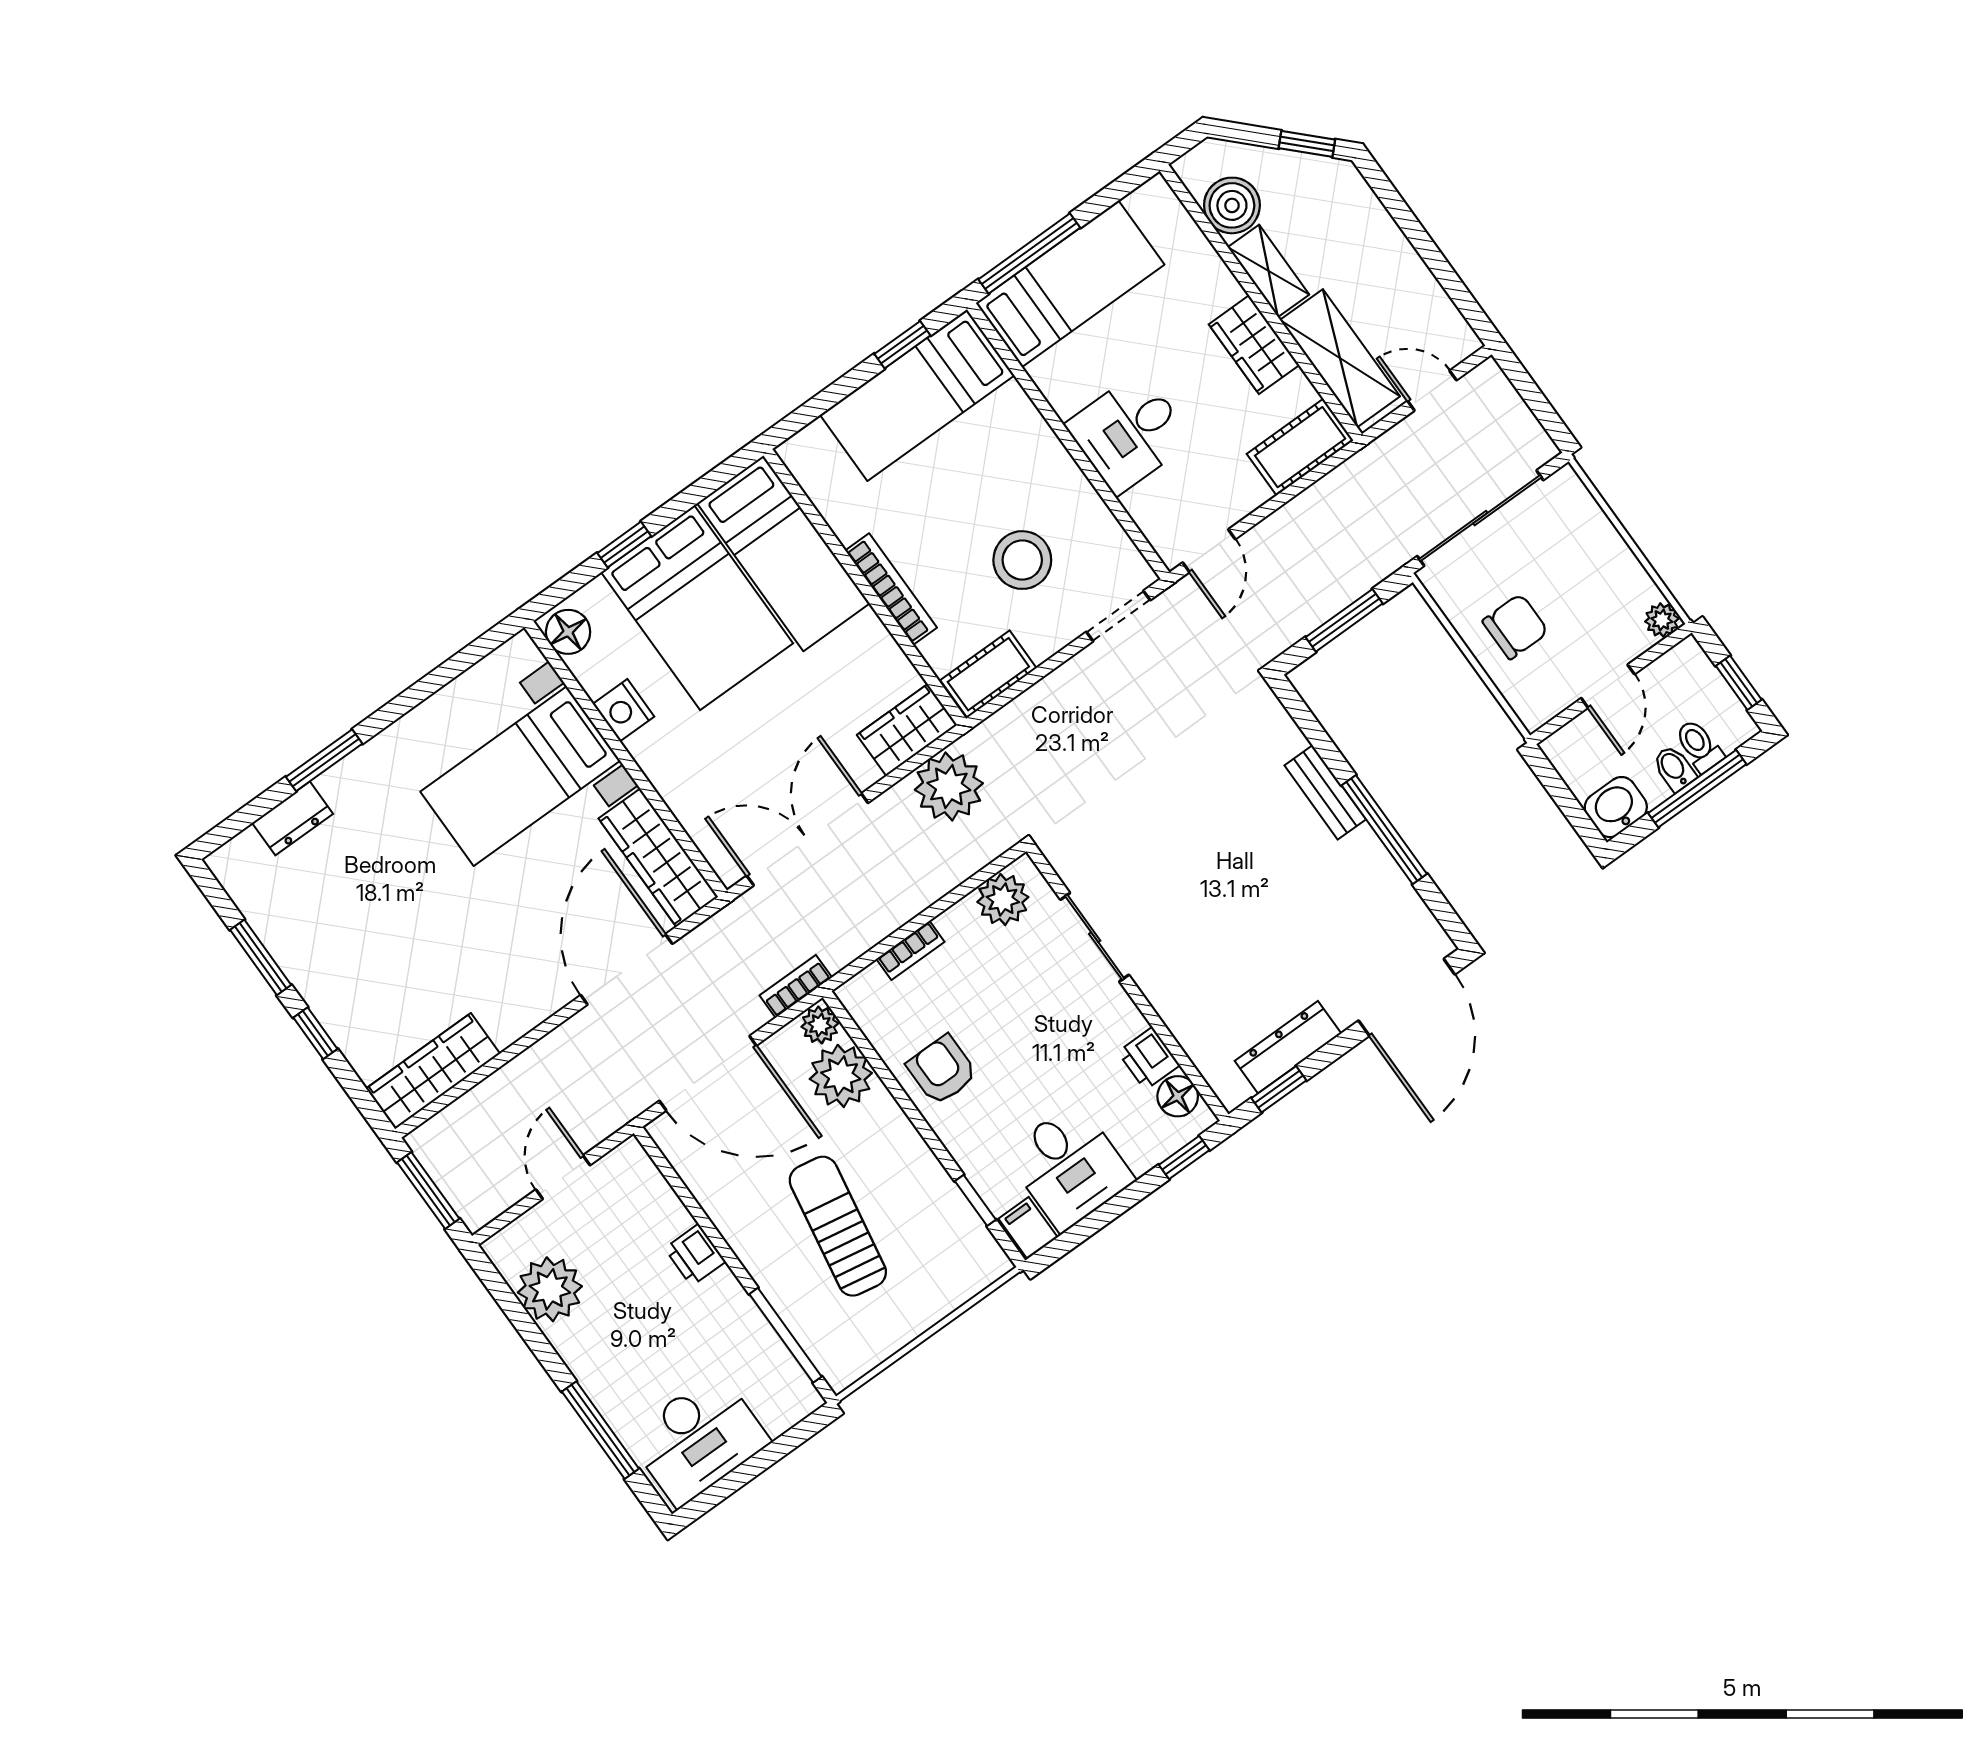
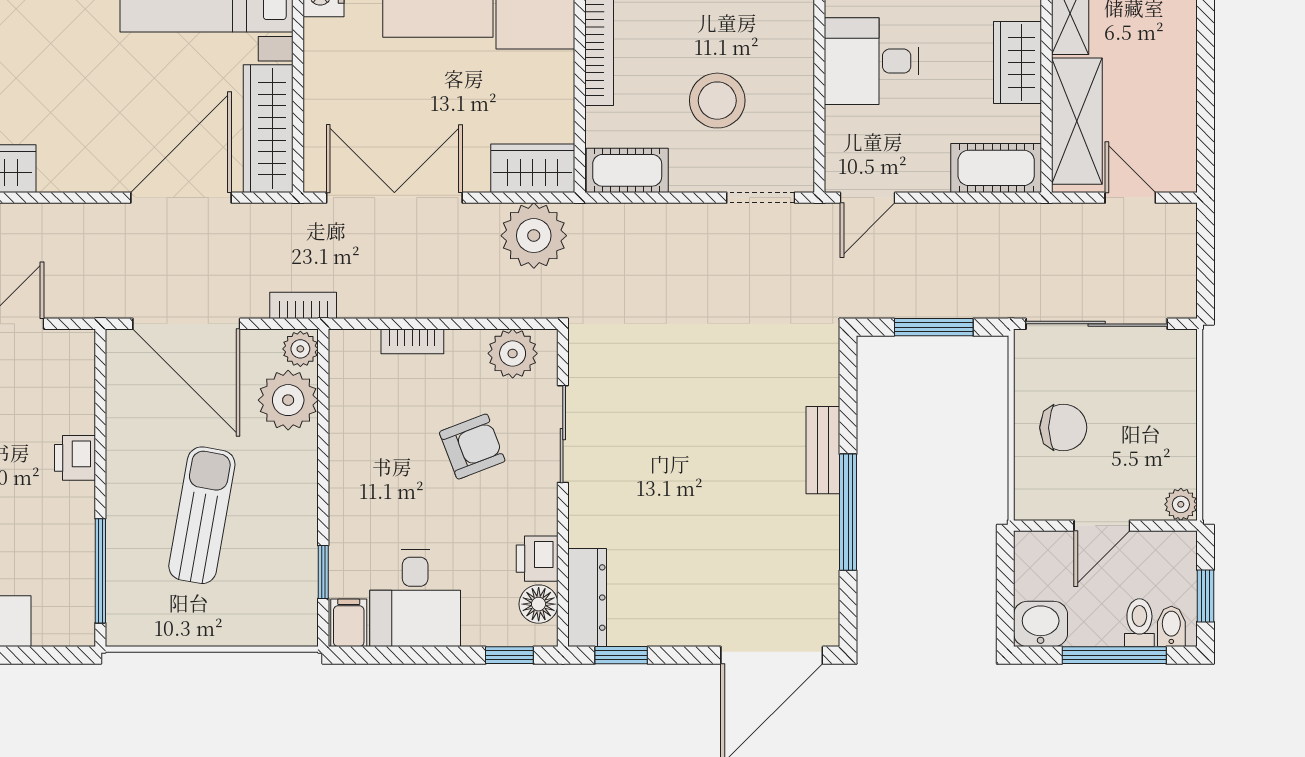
bidet: (1674, 768) -> (1171, 626), moved
dresser: (1288, 1047) -> (587, 598), moved, turned 90
armchair: (942, 1070) -> (472, 447), moved, turned 69

